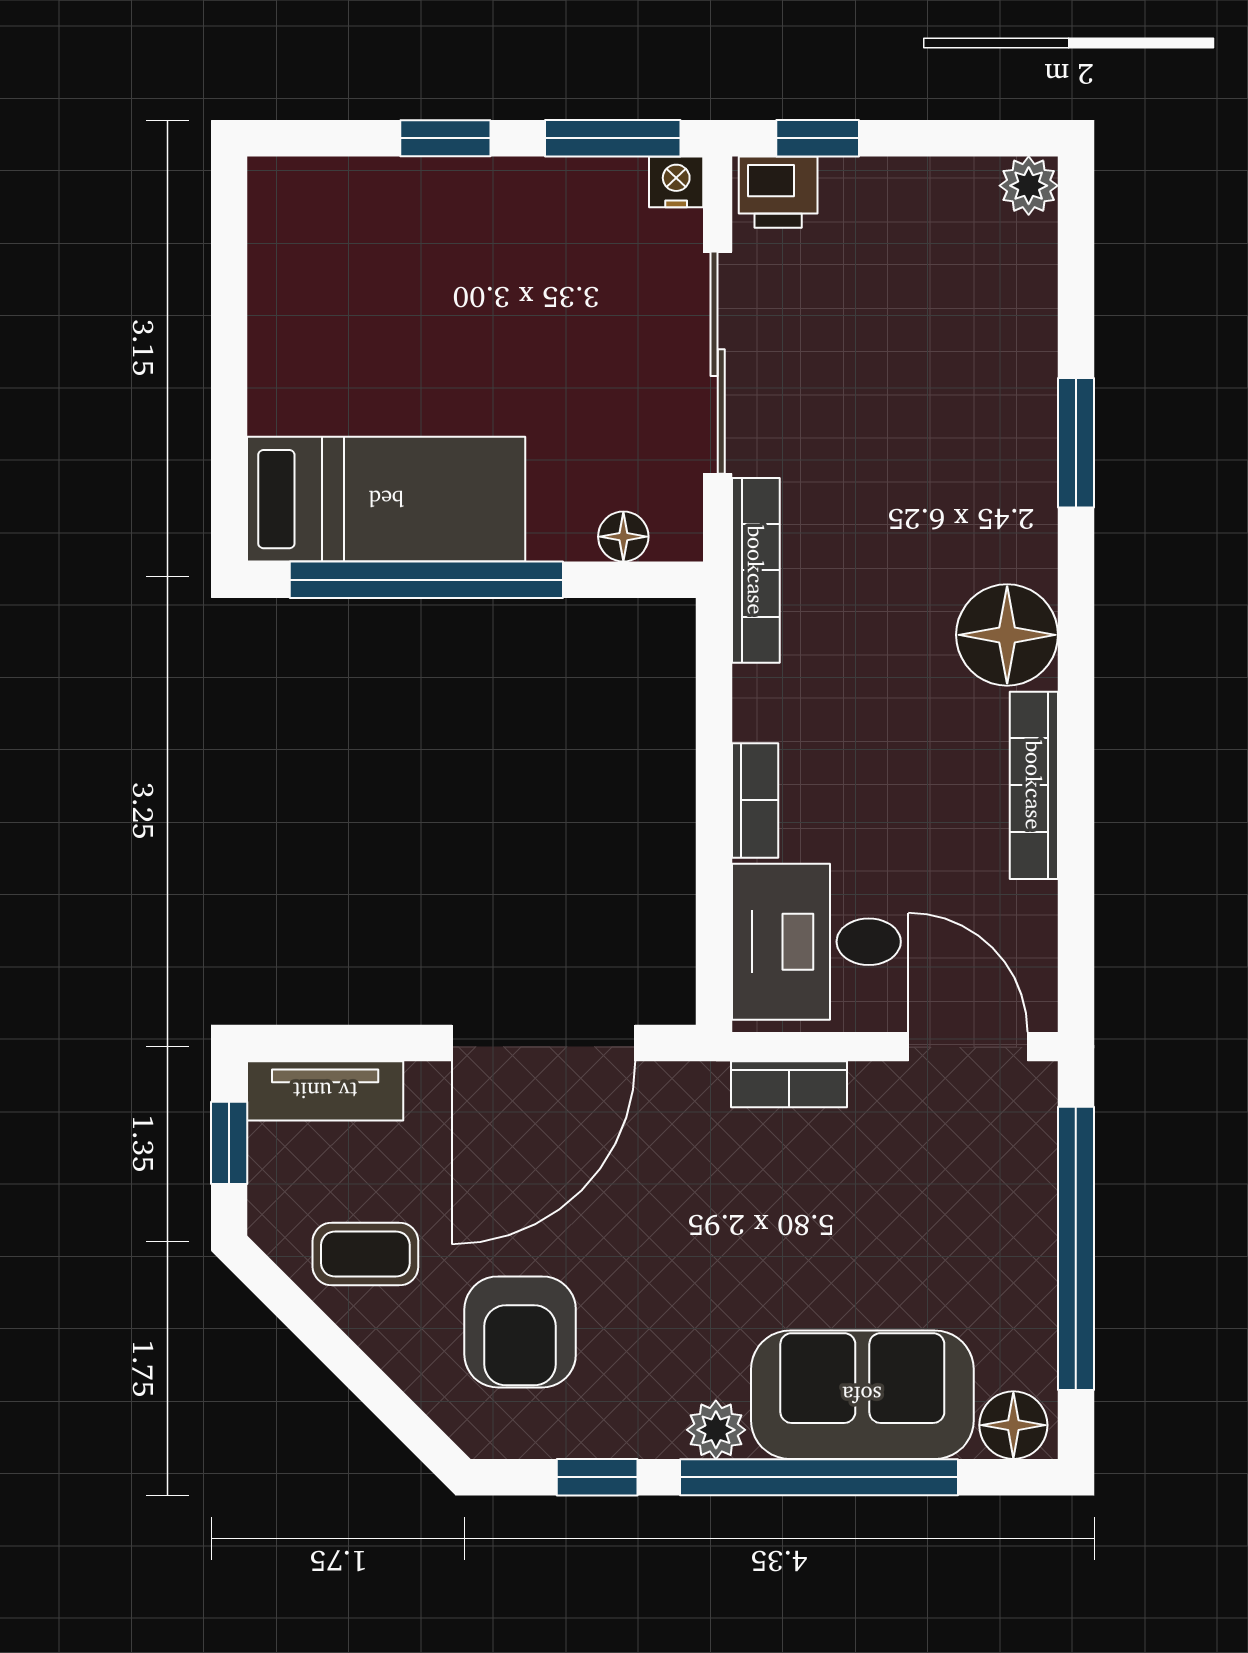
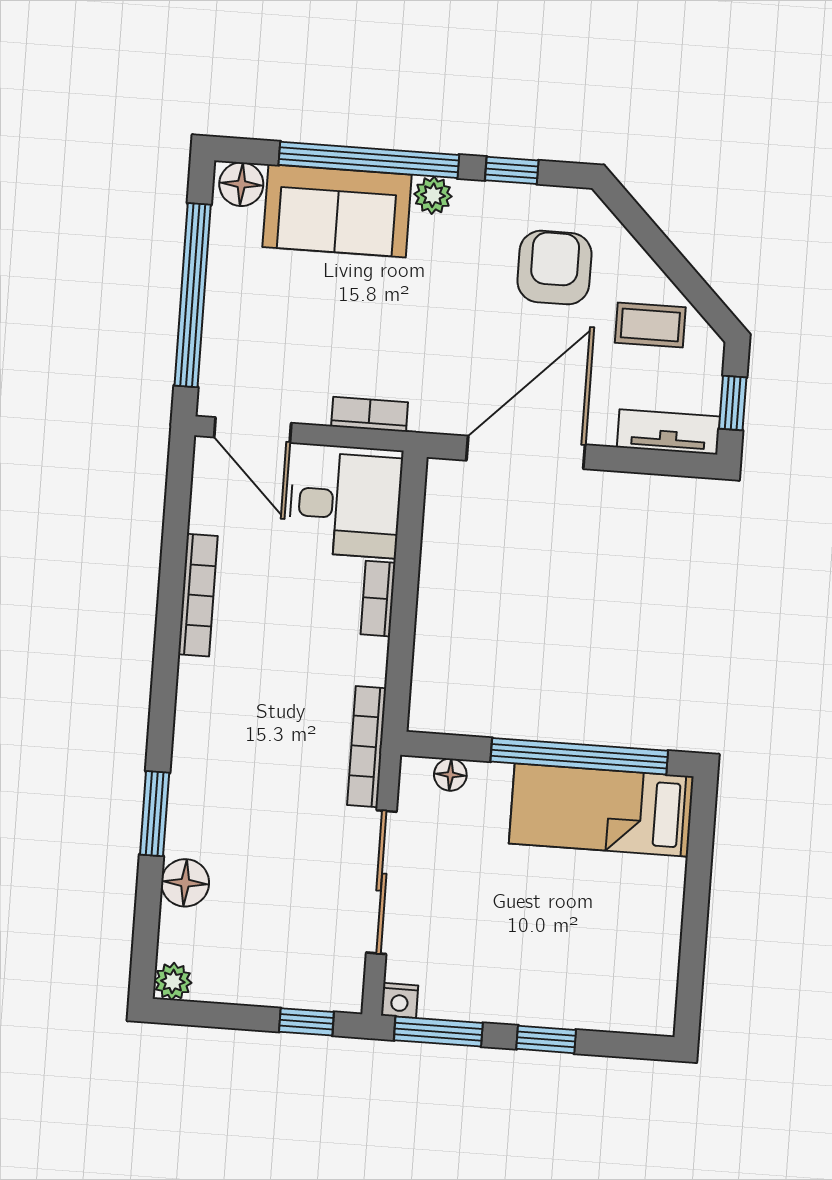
printer: (778, 192) -> (334, 989), removed
floor lamp: (1007, 635) -> (185, 883), moved, width x0.73, depth x0.73

